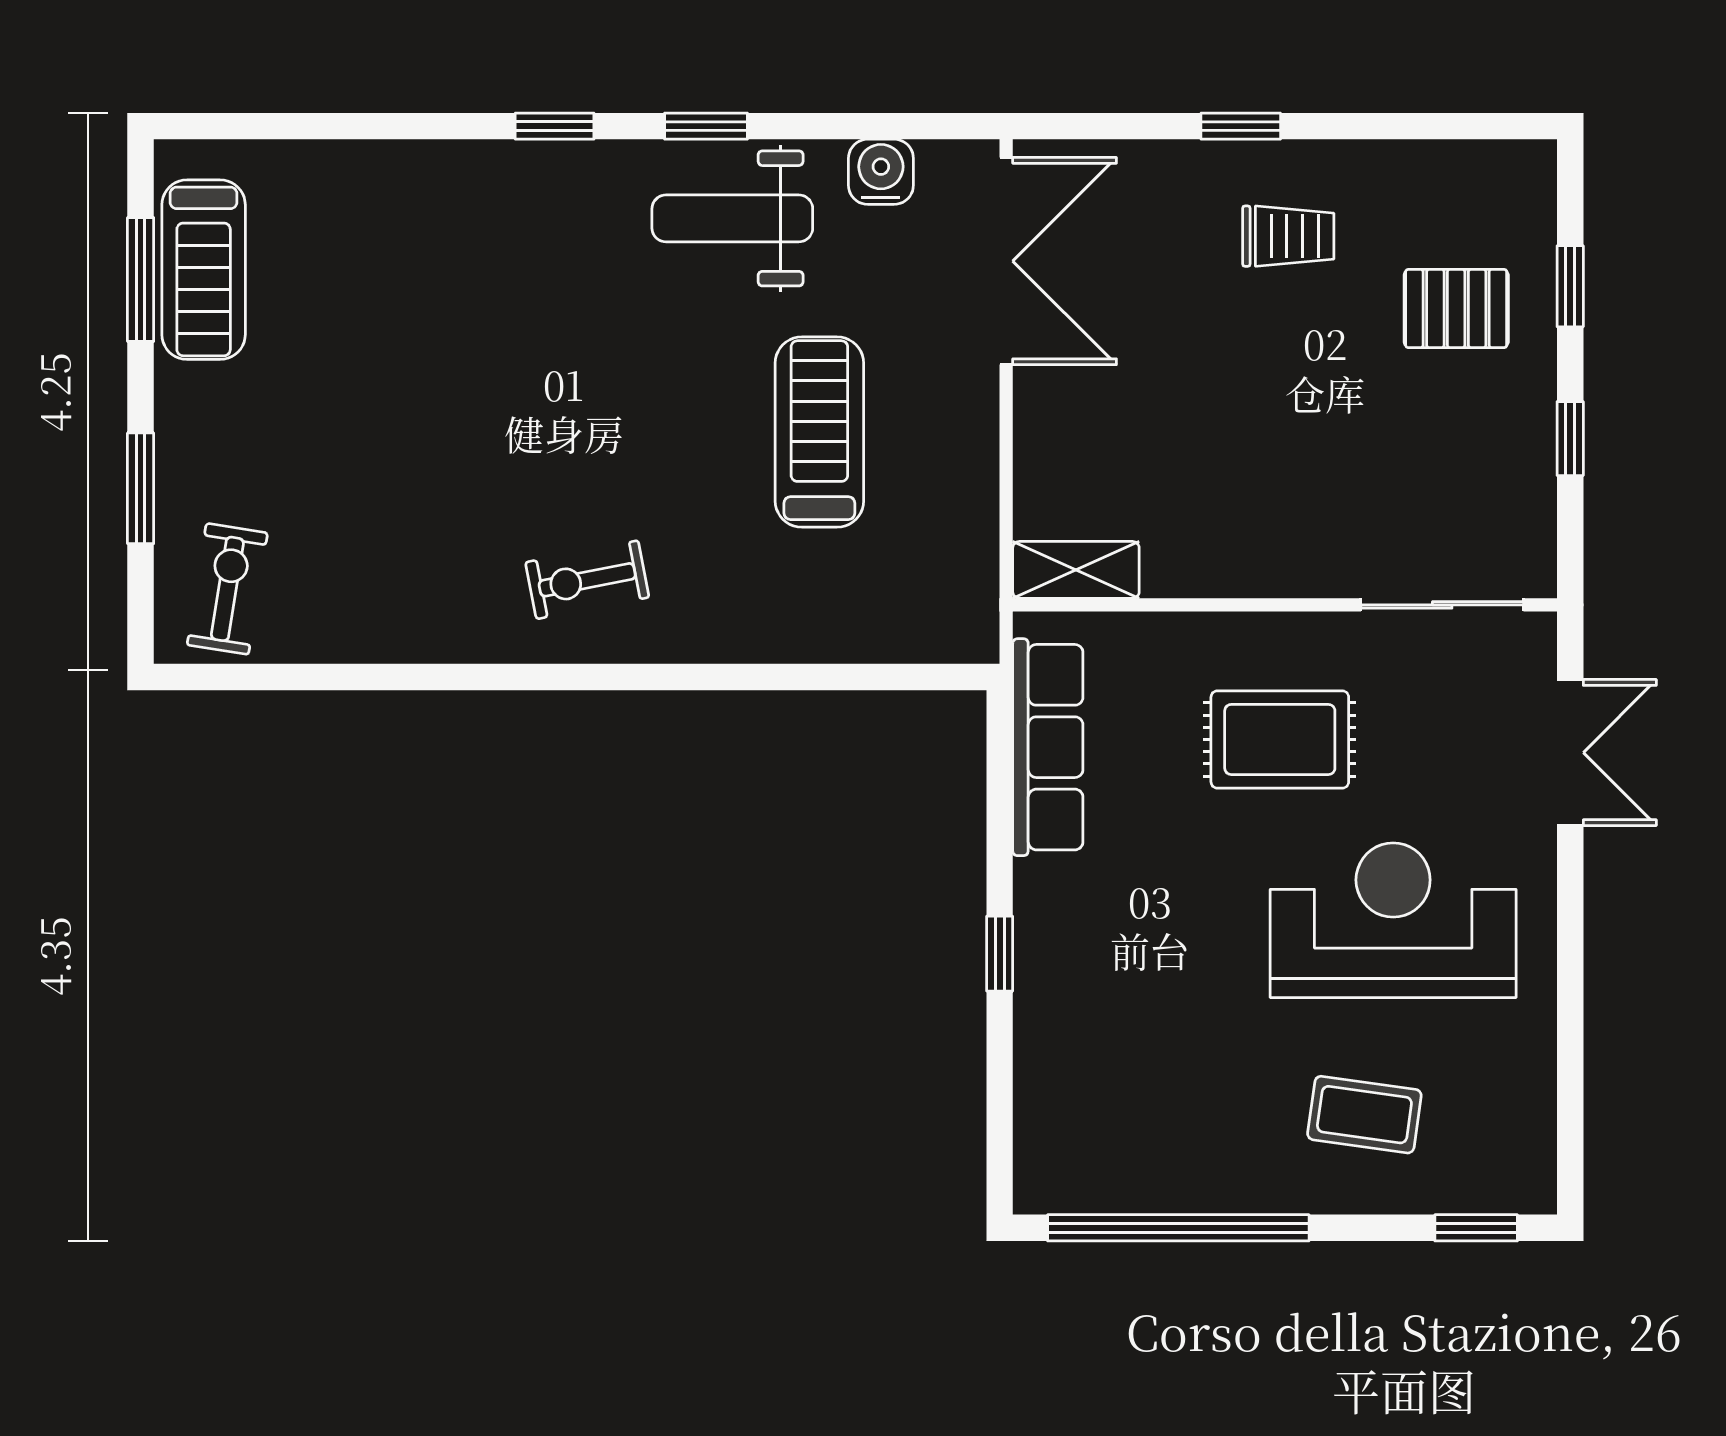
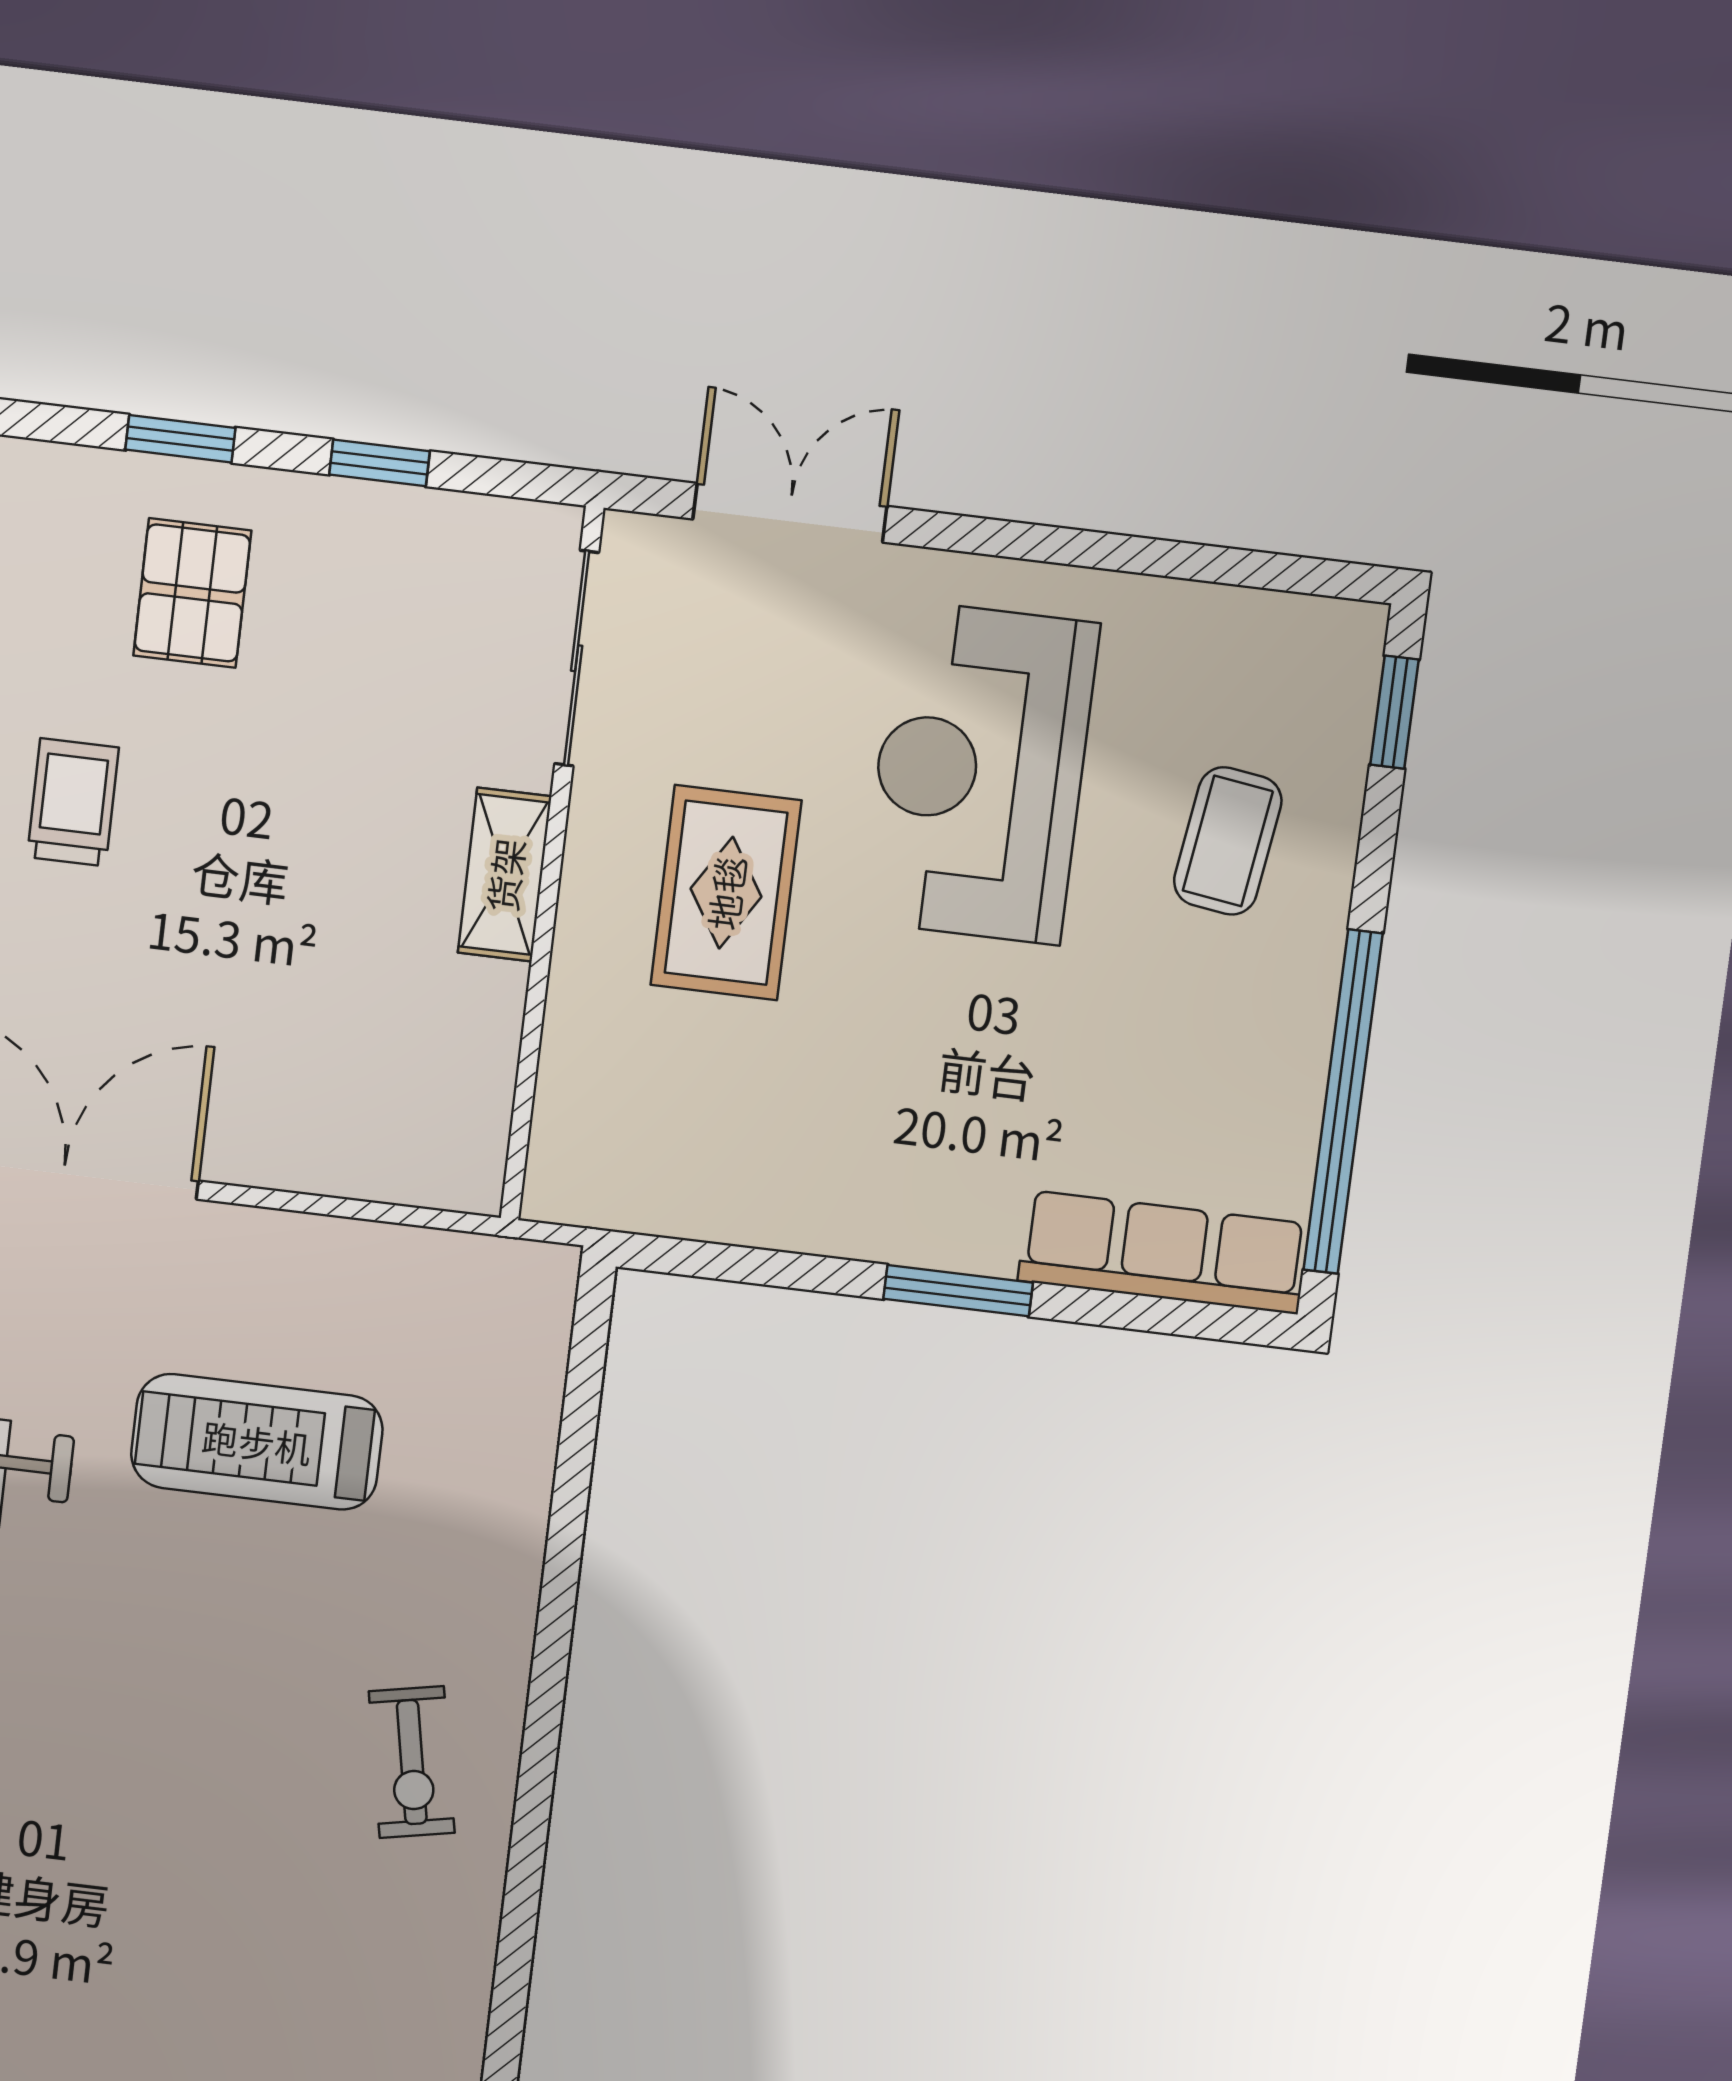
shelving: (1076, 570) -> (505, 875), moved
row of seats: (1048, 747) -> (1163, 1252), moved
window: (1000, 954) -> (958, 1291), width x1.50

